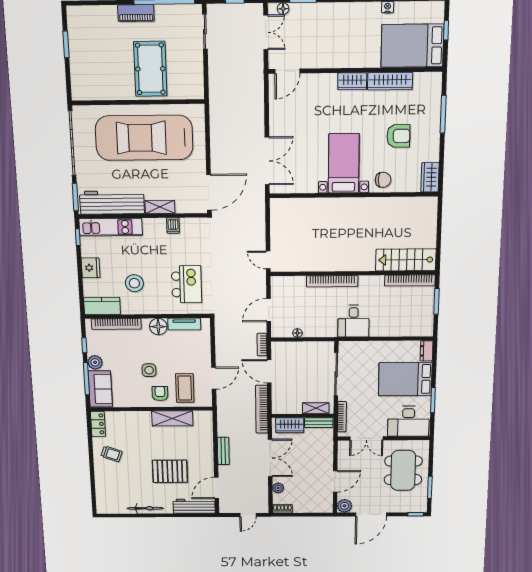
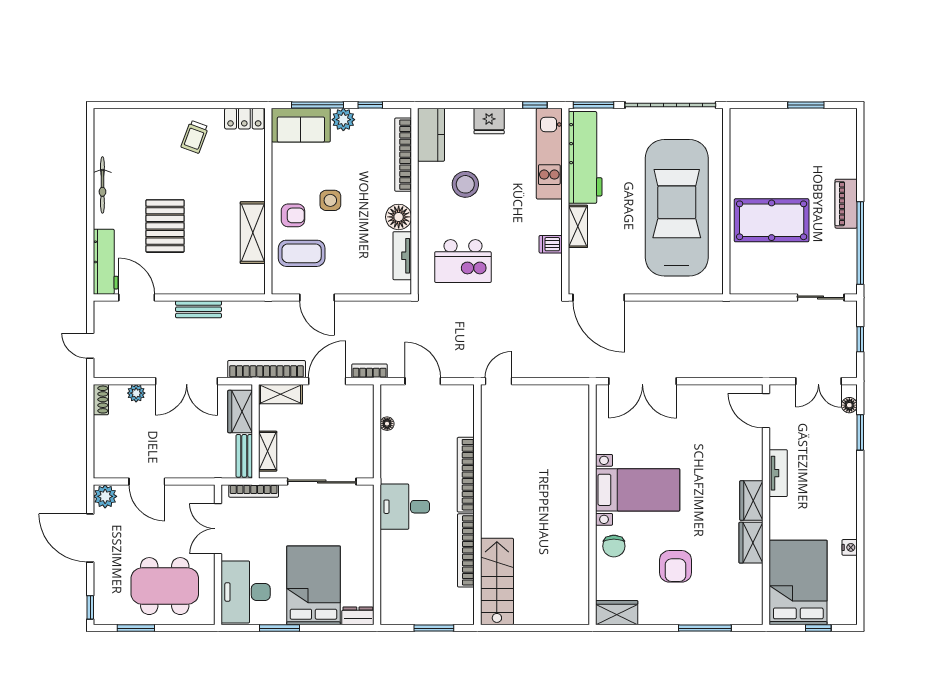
tv unit: (333, 62) -> (778, 473), added
wardrobe: (390, 81) -> (751, 543), width x0.67
bookcase: (410, 280) -> (466, 550), moved
shelving: (278, 400) -> (281, 394), added

